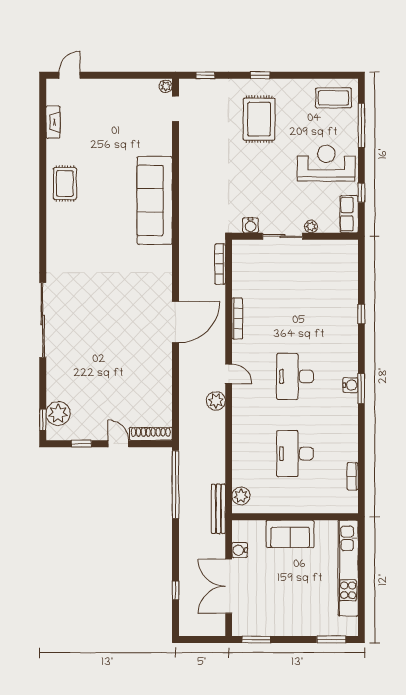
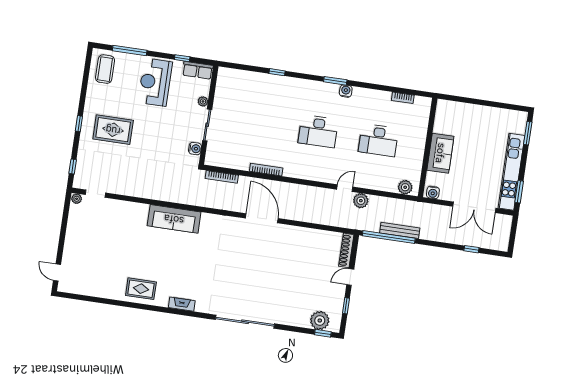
fireplace: (53, 122) -> (182, 304), moved
sofa: (155, 200) -> (174, 219), width x0.74, depth x0.79
door: (229, 374) -> (345, 188), moved
water cooler: (351, 385) -> (346, 91), moved
plant: (216, 401) -> (361, 201), moved
bench: (218, 509) -> (400, 230), moved
water cooler: (240, 550) -> (433, 192), moved
kitchen unit: (348, 568) -> (511, 172), moved, turned 90

